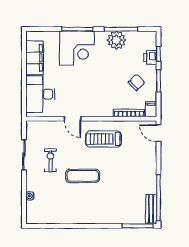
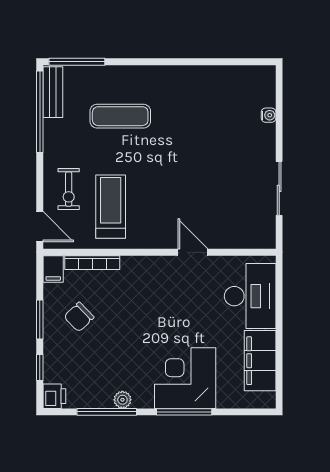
plant: (116, 40) -> (122, 400), width x0.53, depth x0.53
printer: (150, 57) -> (54, 396), moved
treadmill: (104, 139) -> (111, 207), moved, turned -90
exercise bike: (50, 160) -> (69, 189), moved
exercise mat: (83, 176) -> (120, 116), moved

